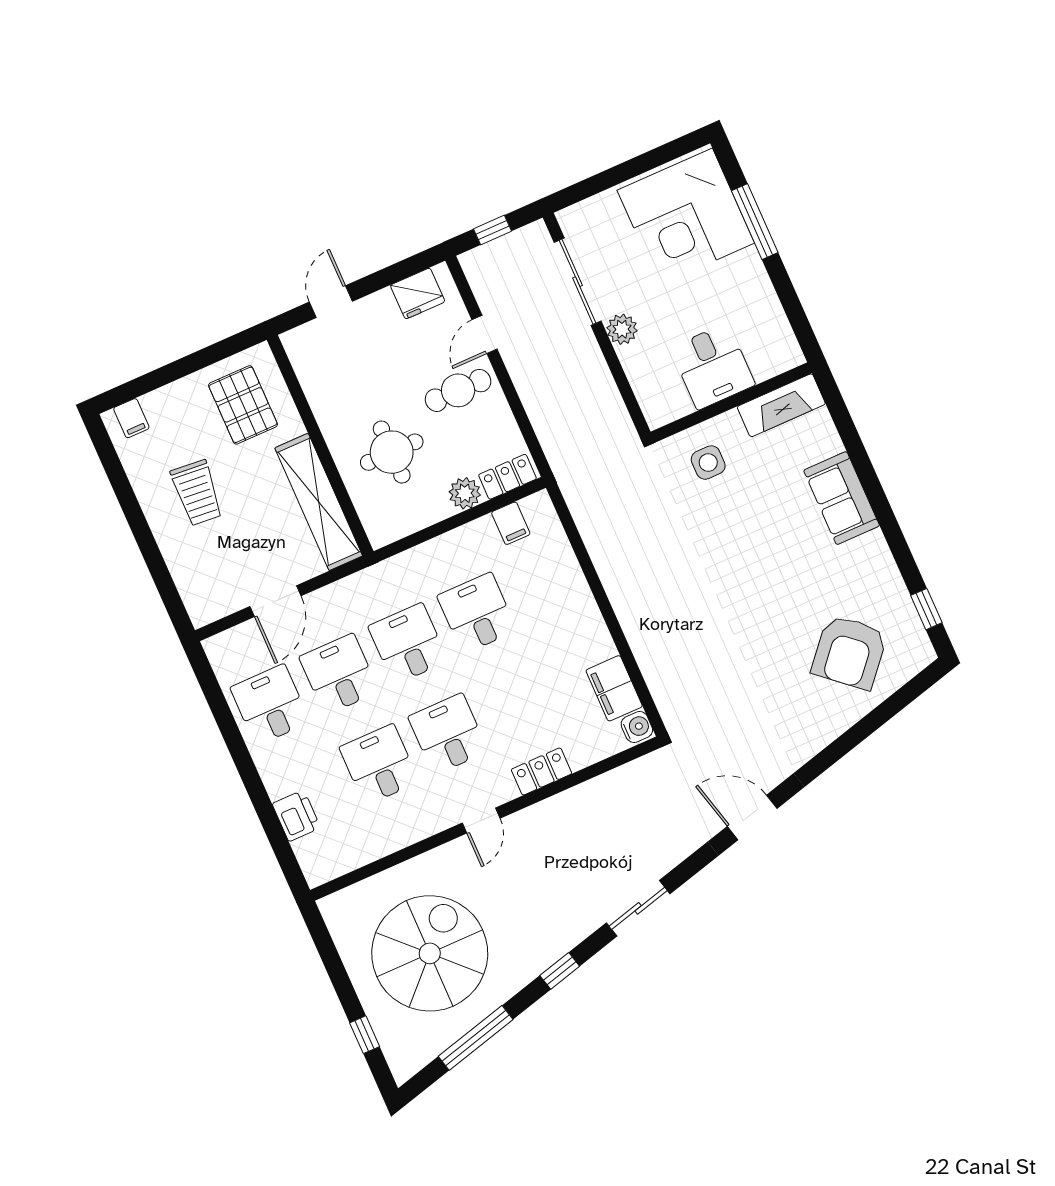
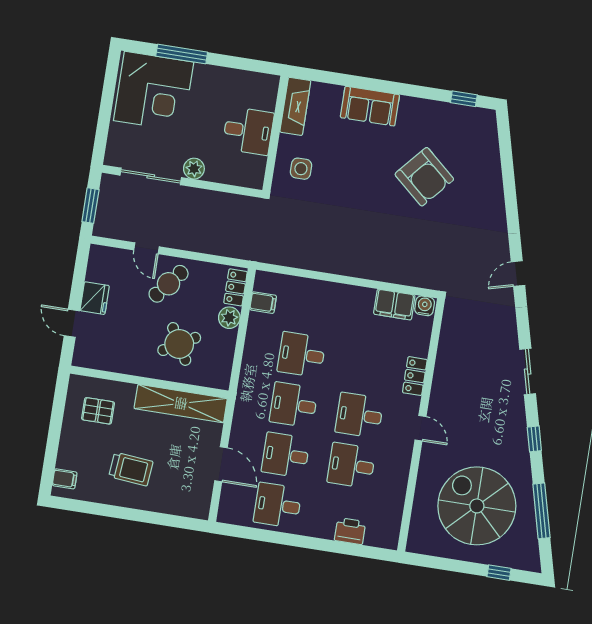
window: (493, 230) -> (90, 206), width x1.50
fridge: (418, 293) -> (95, 298), moved
cafe table: (458, 390) -> (169, 284), turned 39
pallet: (243, 405) -> (98, 411), width x0.67, depth x0.71
round table: (392, 452) -> (179, 344), turned -30
armchair: (849, 652) -> (424, 177), moved
door: (752, 817) -> (518, 274), width x0.73

